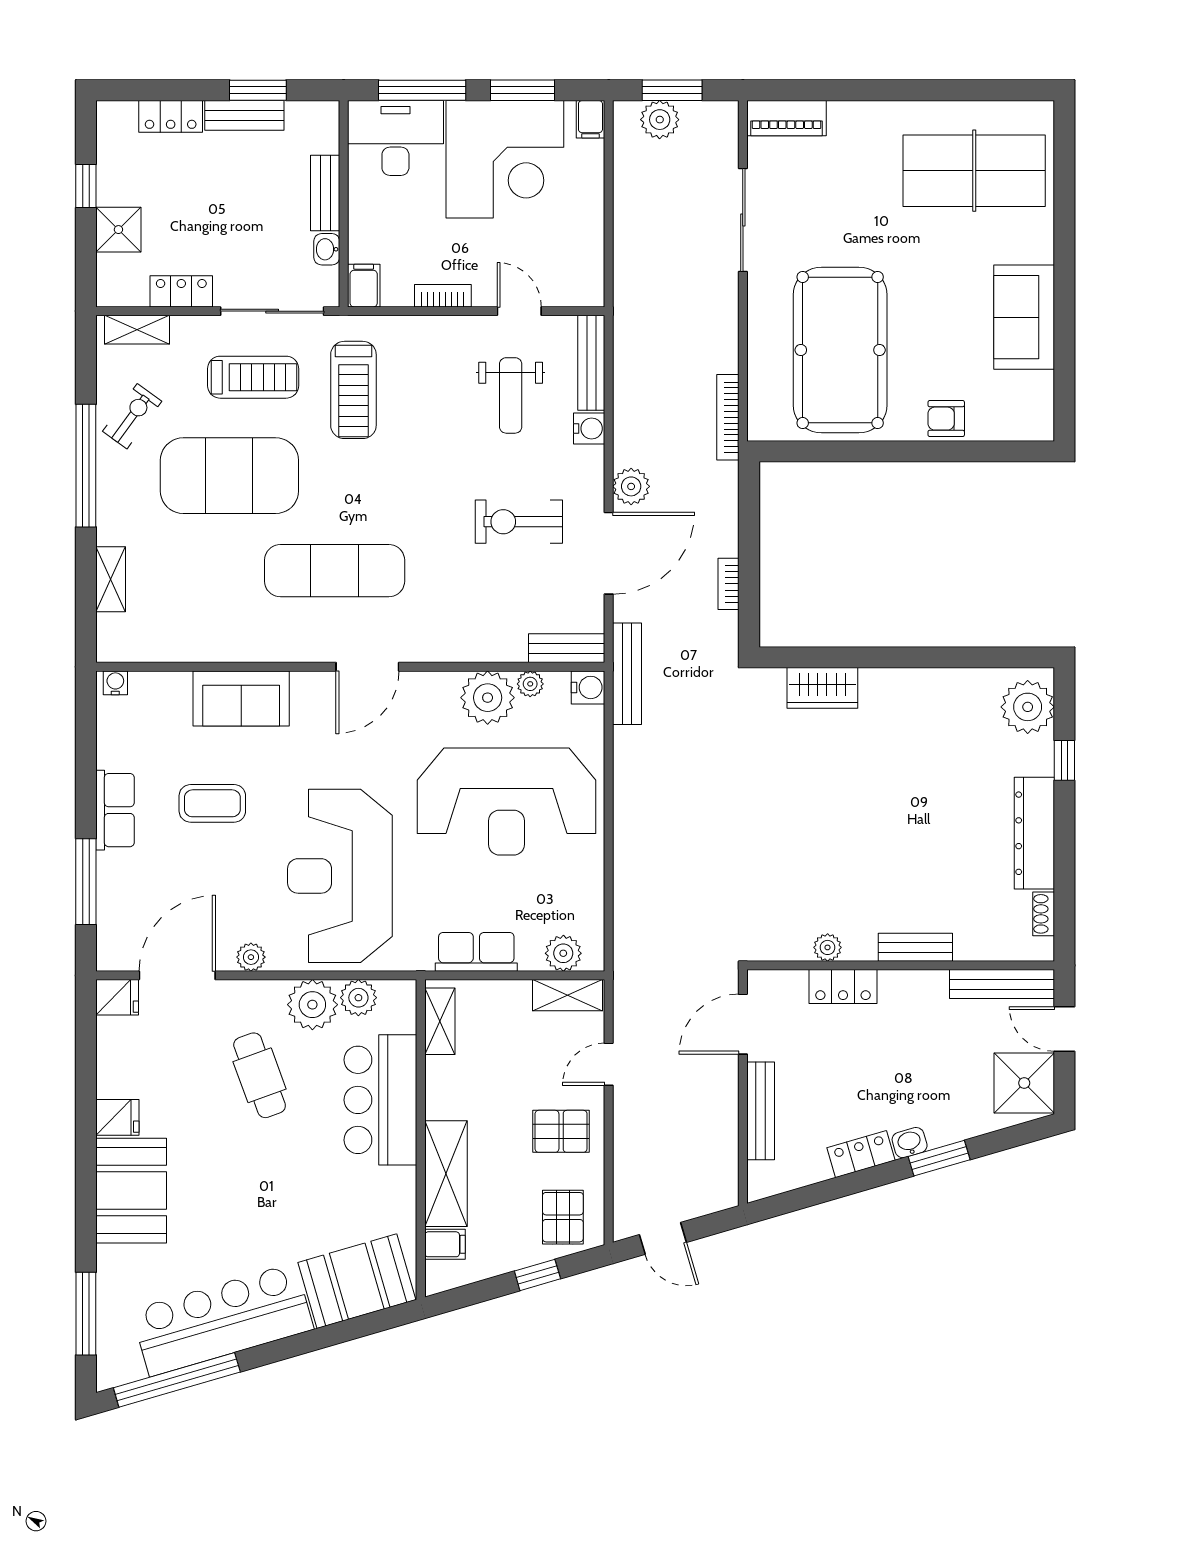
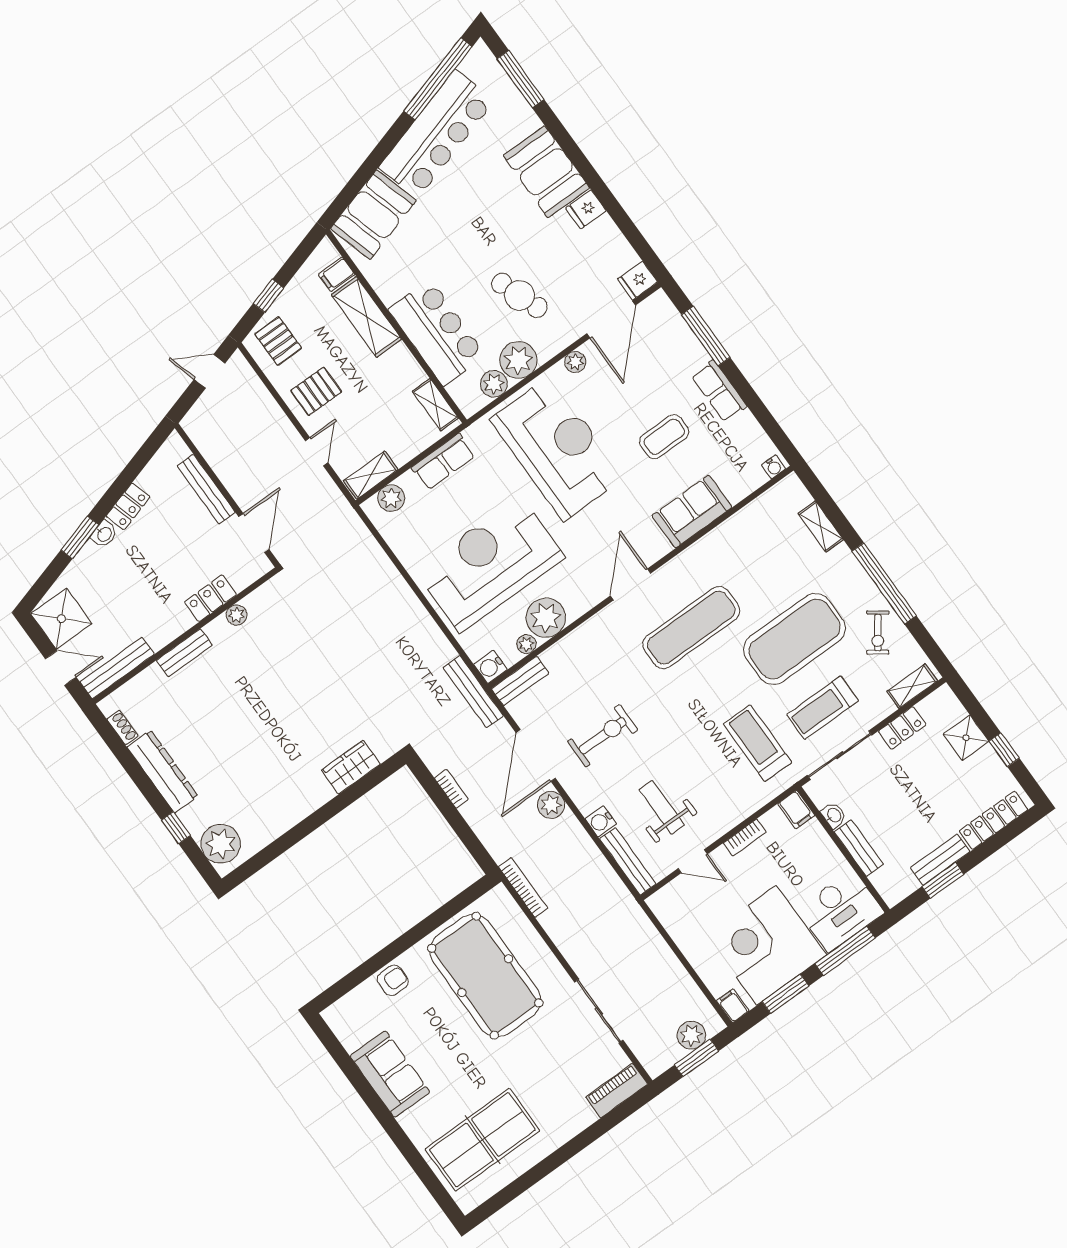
locker: (171, 116) -> (993, 820), width x1.53

